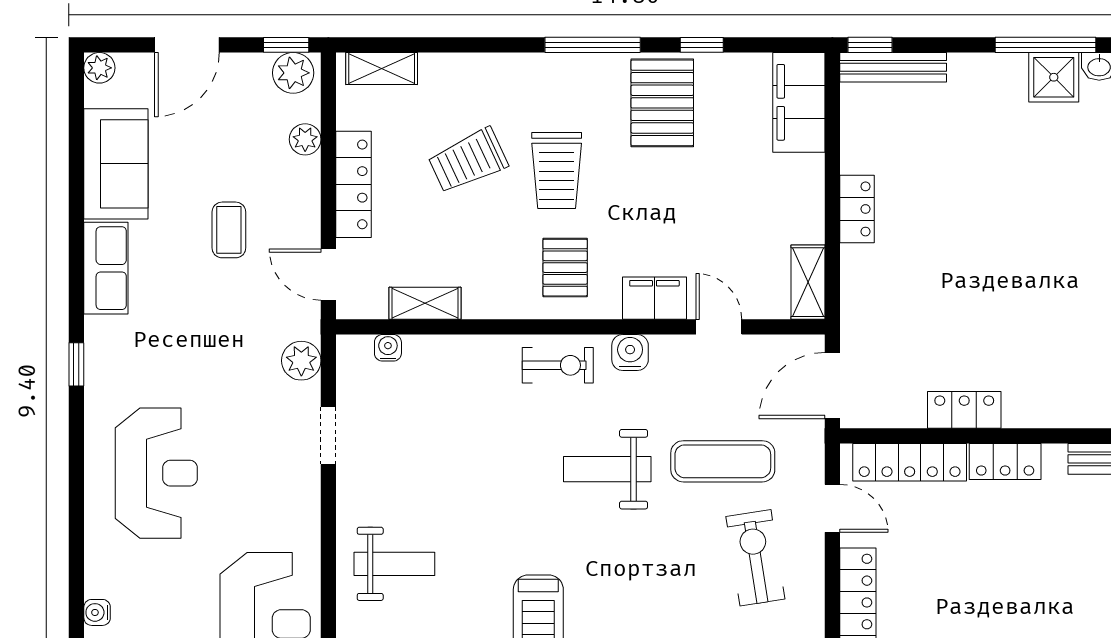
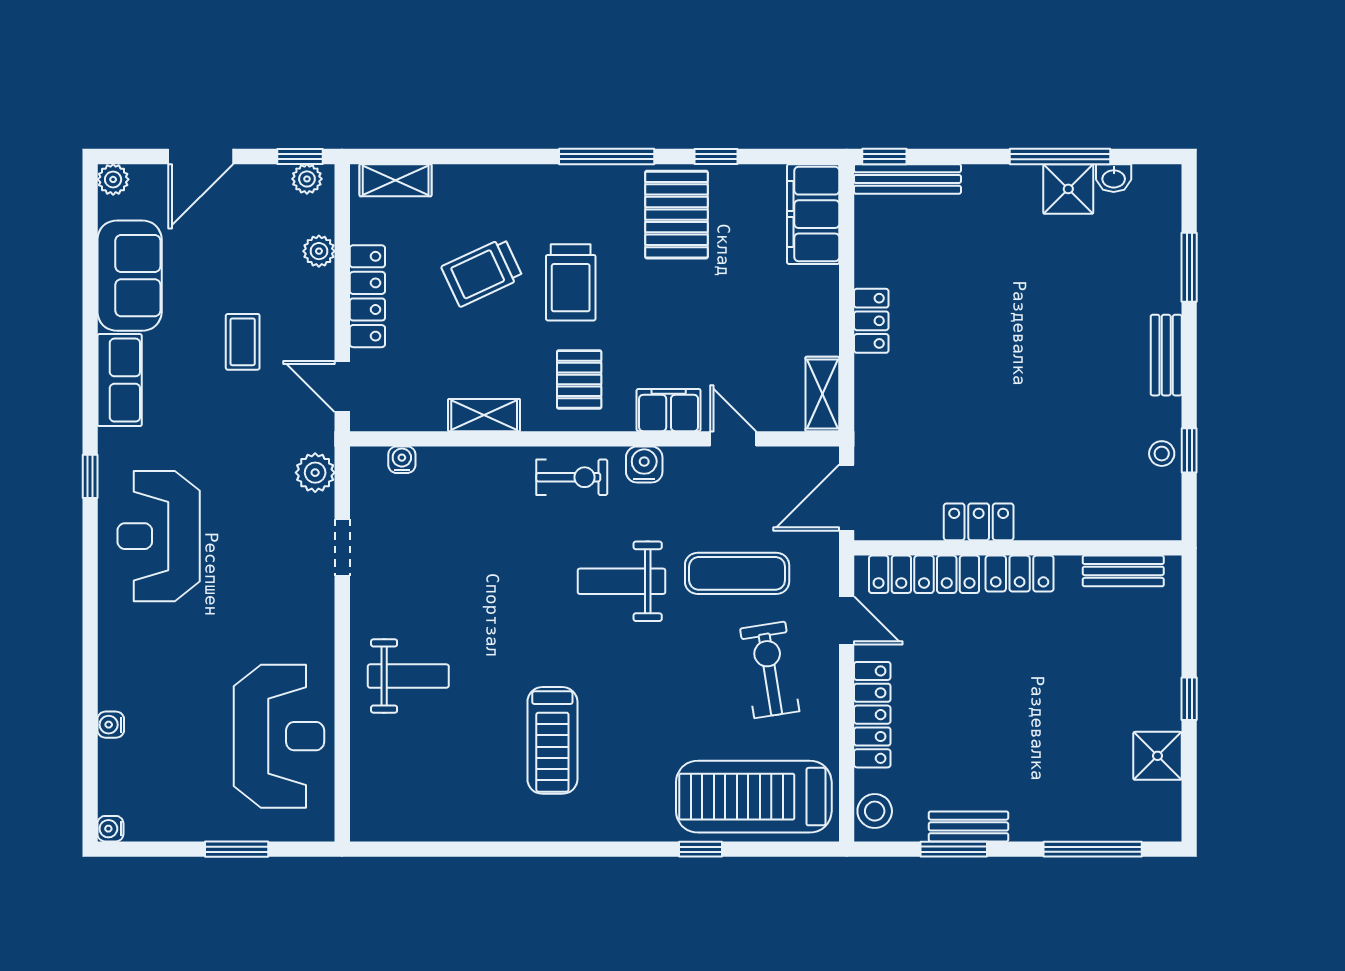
plant: (293, 73) -> (307, 179), width x0.73, depth x0.73
shelving: (425, 303) -> (484, 415), moved
reception desk: (156, 473) -> (159, 536), moved, turned 180

